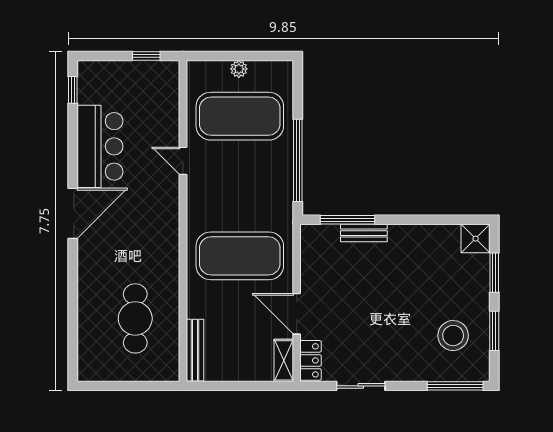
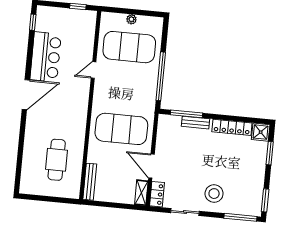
door: (183, 161) -> (93, 70), hinge flipped
locker: (426, 235) -> (232, 127), added
window: (494, 331) -> (265, 200), moved
stool: (453, 336) -> (214, 194), moved

